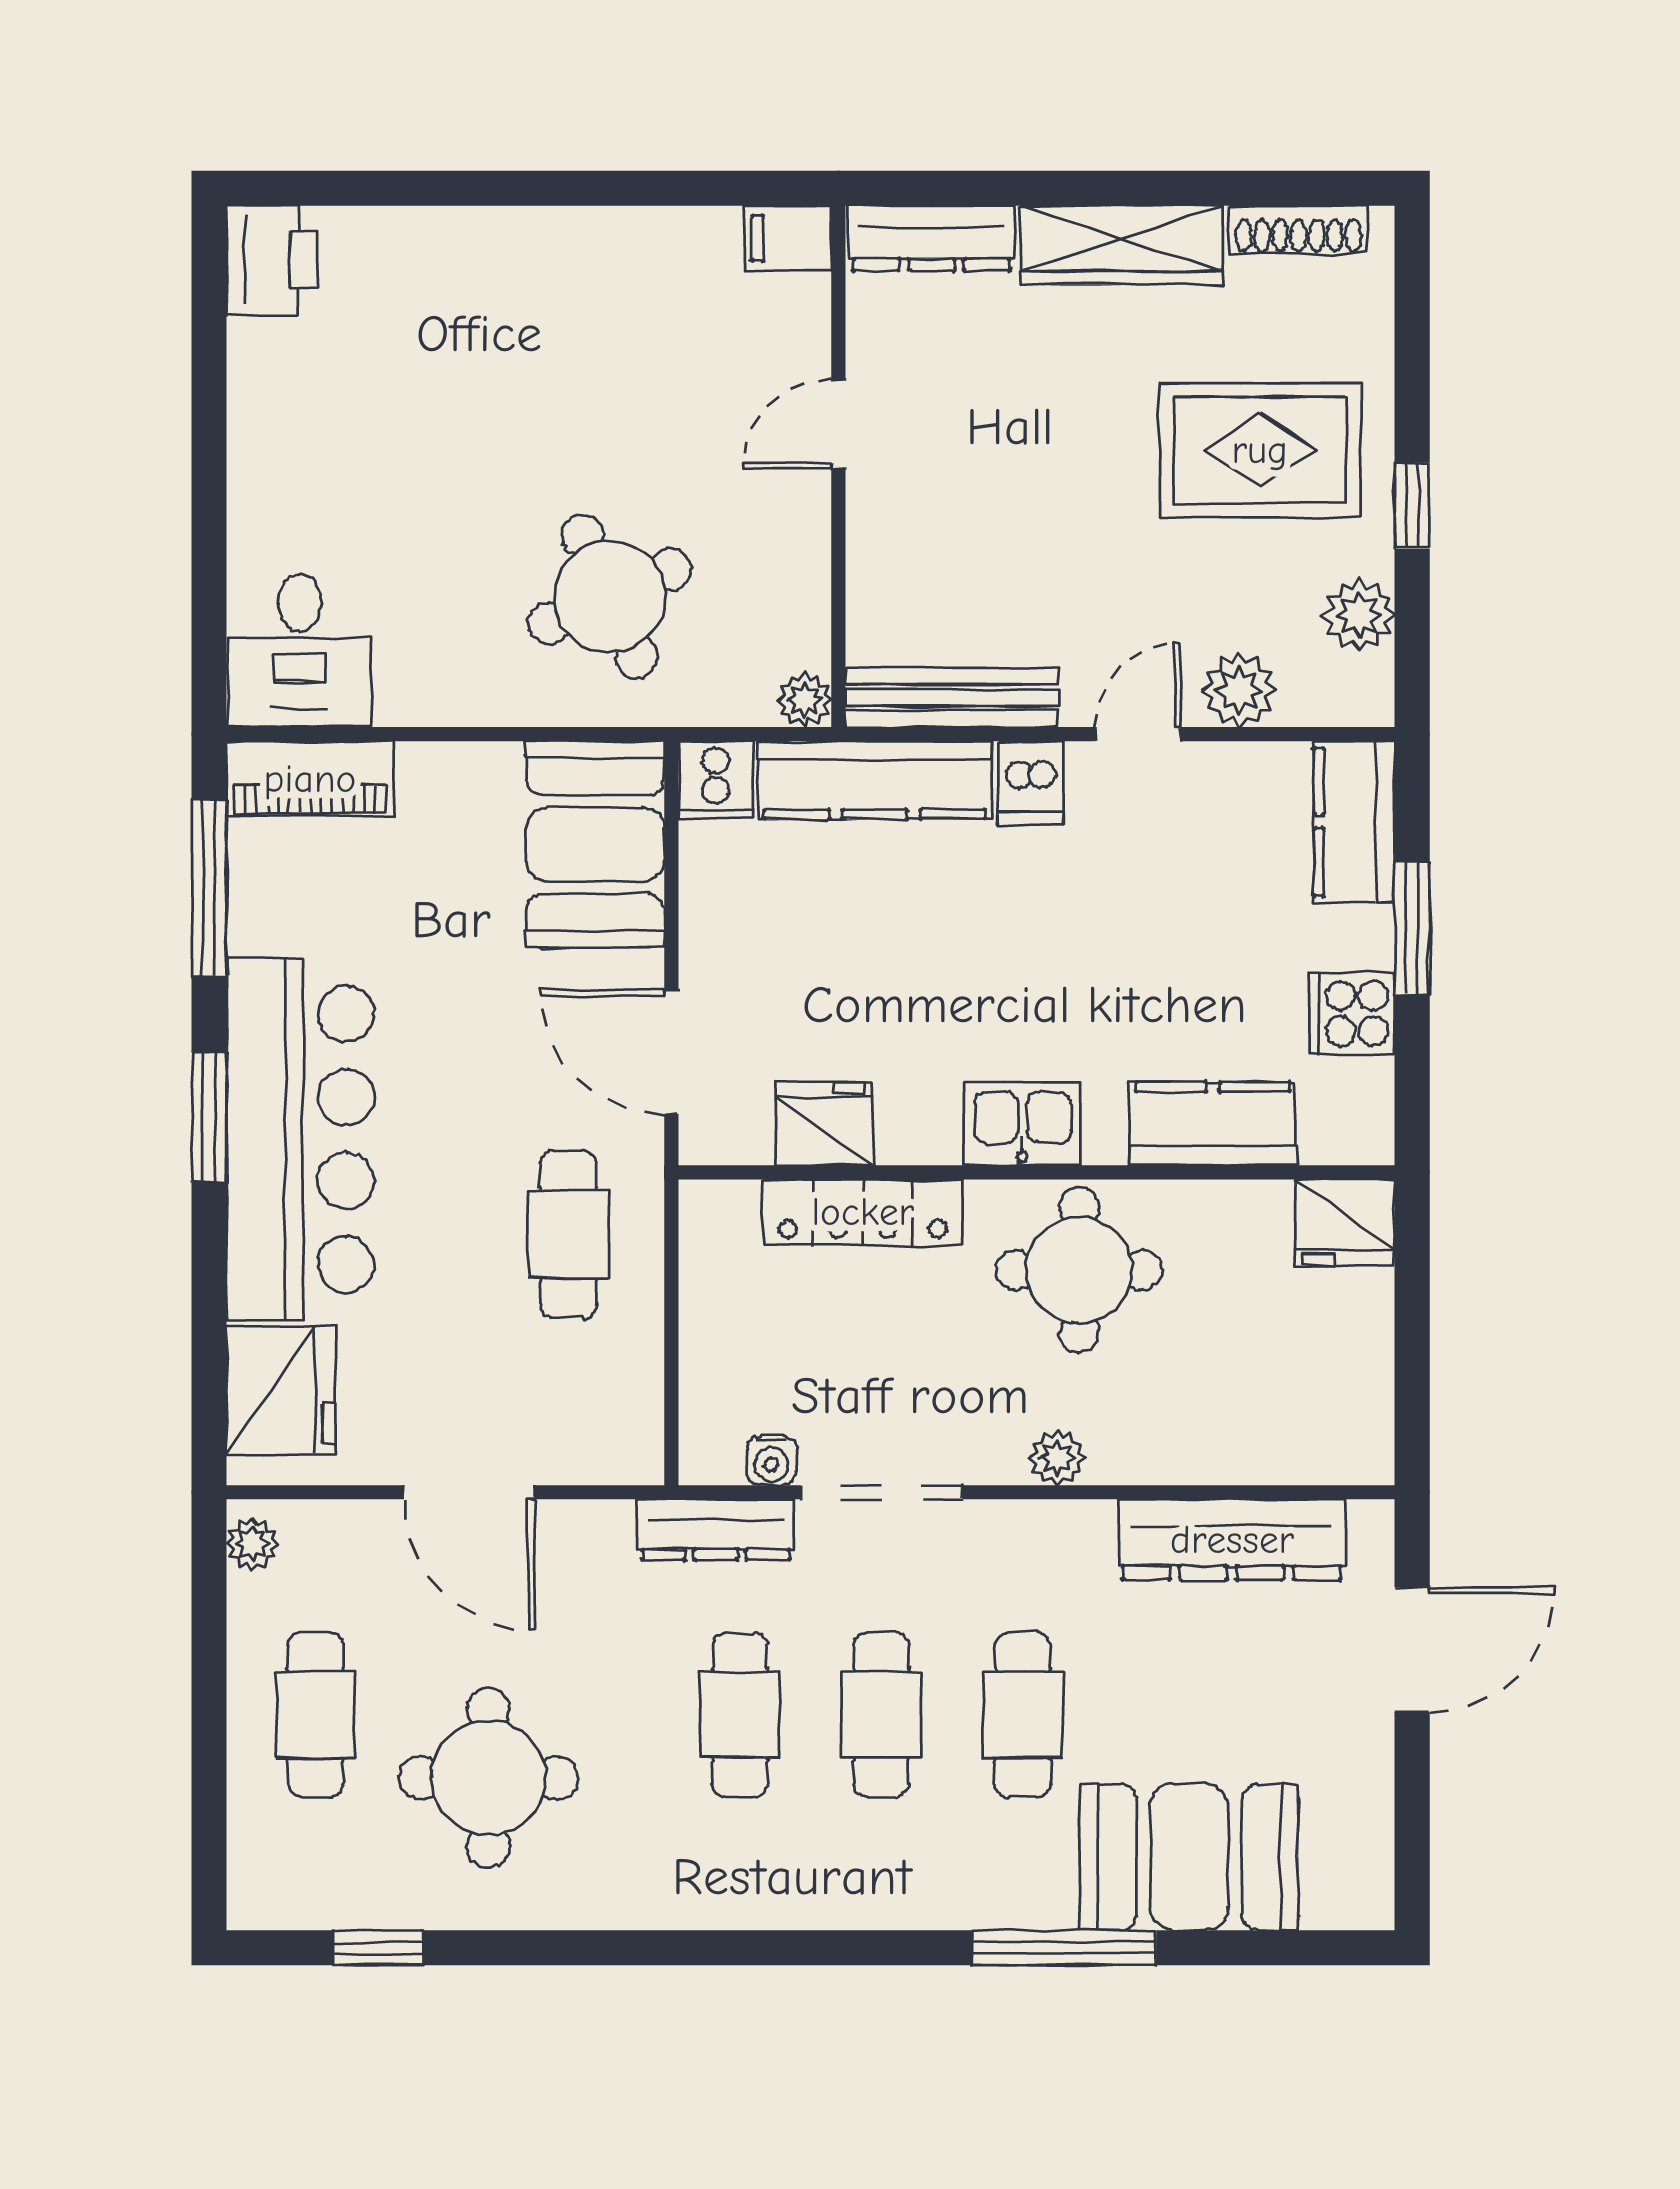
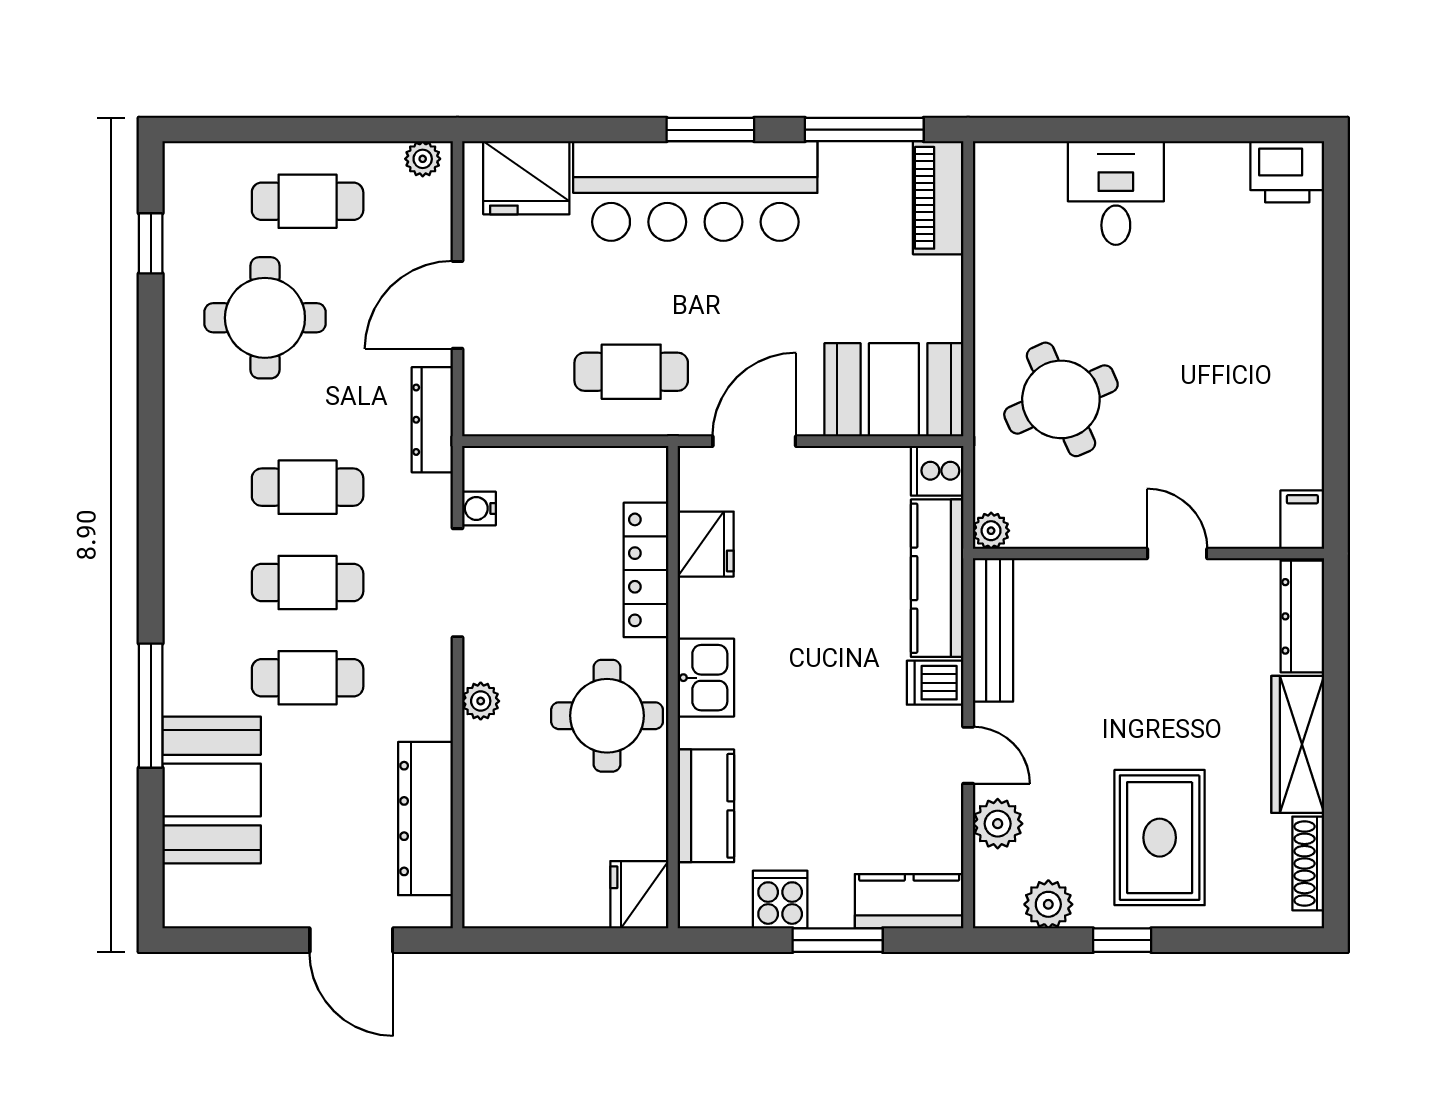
desk: (300, 650) -> (1116, 193), moved, turned 90
dresser: (716, 1530) -> (432, 420), moved

